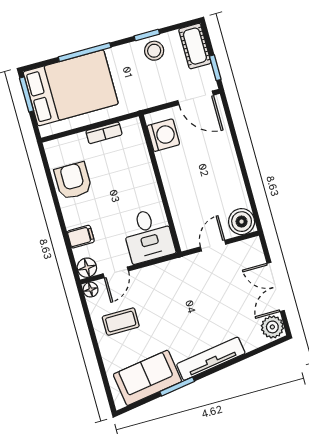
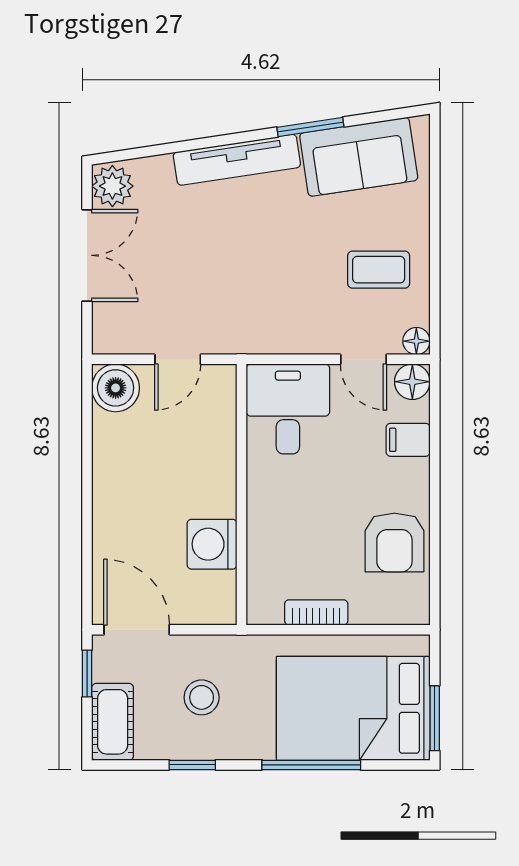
stool: (154, 51) -> (202, 697), moved
washing machine: (163, 135) -> (212, 544), moved
door: (116, 272) -> (363, 359), swing flipped

